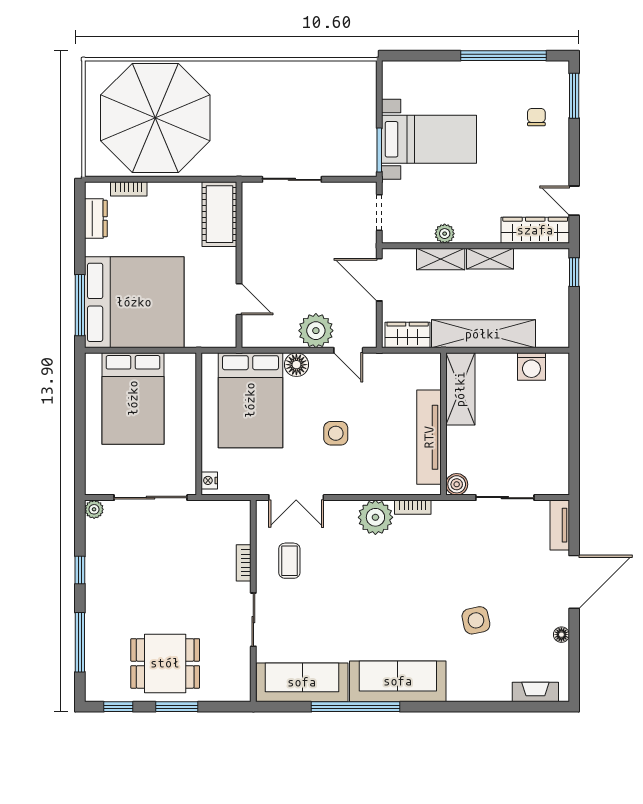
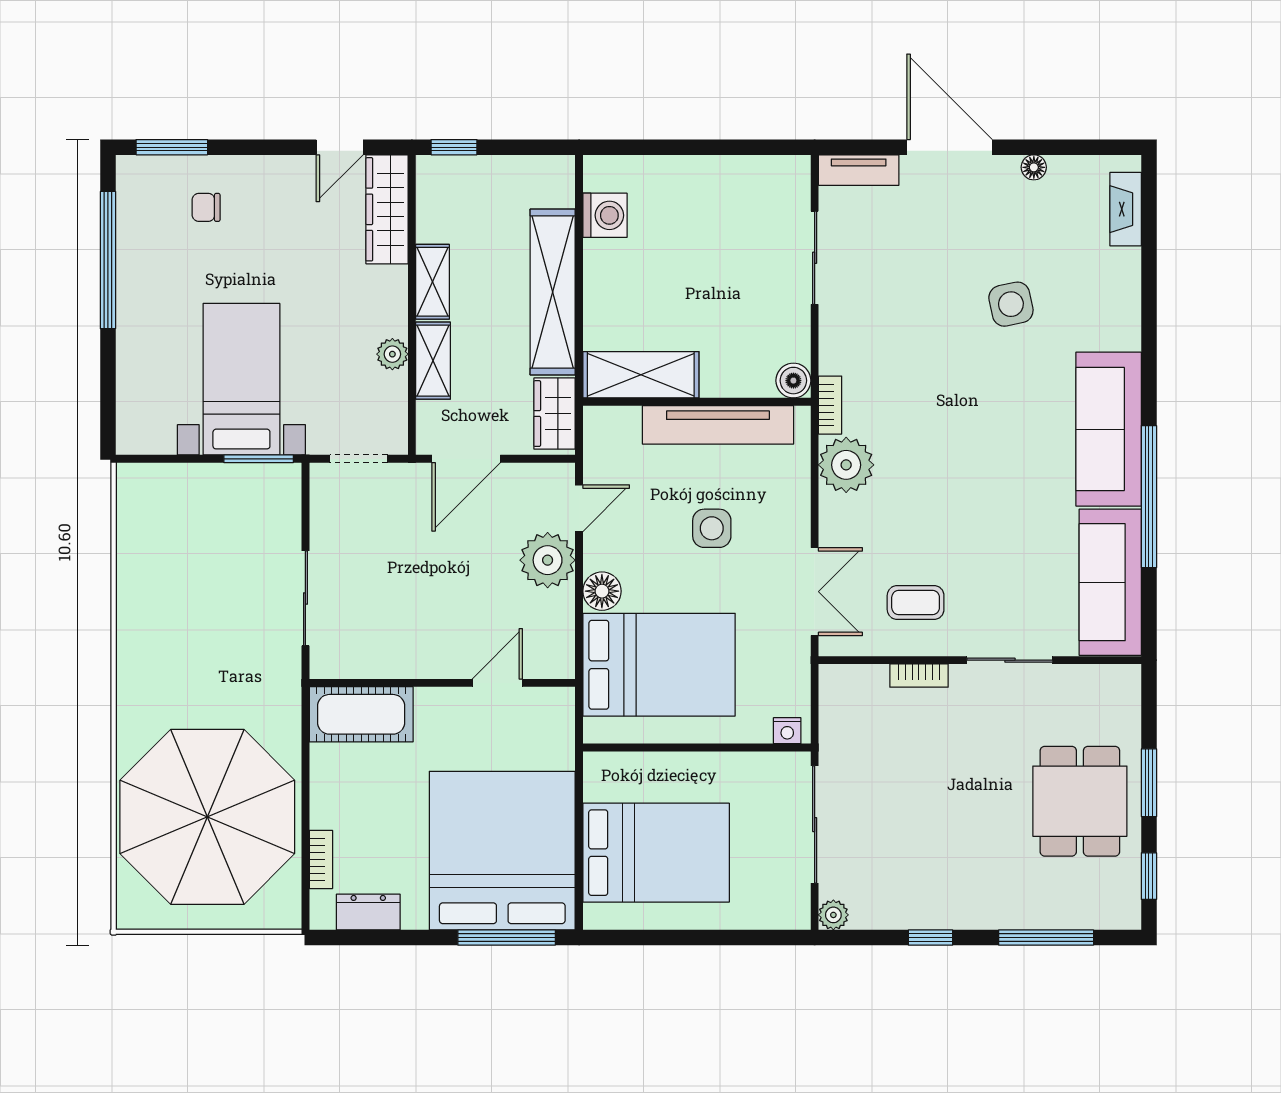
shelving: (460, 389) -> (641, 375), moved
wall: (443, 424) -> (697, 402), moved
tv unit: (429, 437) -> (718, 425), moved
boiler: (457, 484) -> (793, 381), moved

